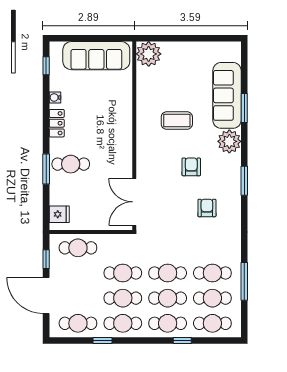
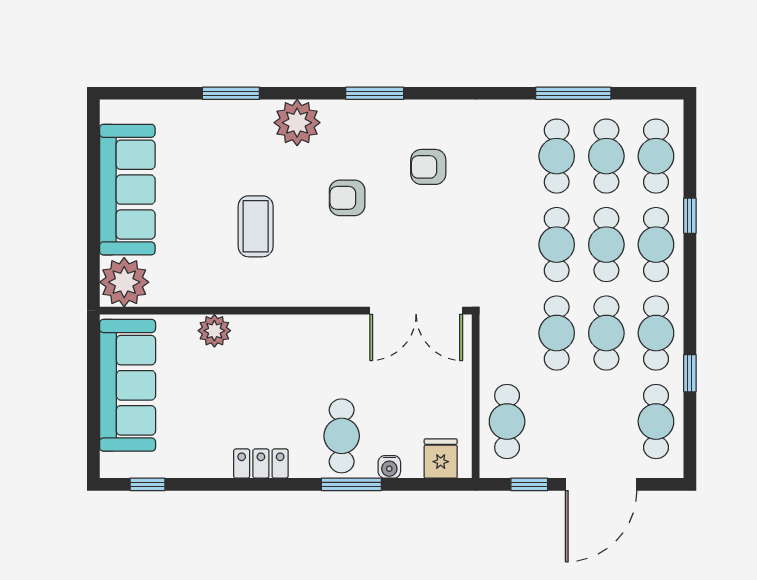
sofa: (227, 95) -> (127, 190), moved, turned -90
water cooler: (55, 97) -> (389, 467), moved
plant: (124, 100) -> (214, 331), added

